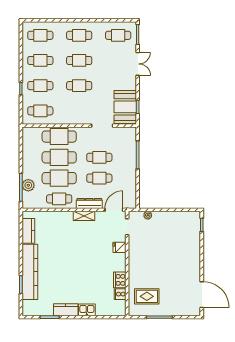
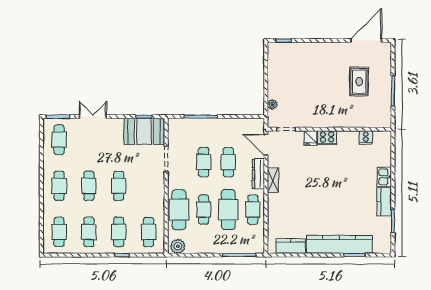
cafe table: (59, 157) -> (204, 210), width x0.73, depth x0.74
plant: (28, 185) -> (178, 246), moved
cooker: (120, 280) -> (327, 138), moved
rug: (147, 296) -> (359, 82), moved

